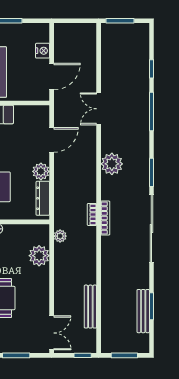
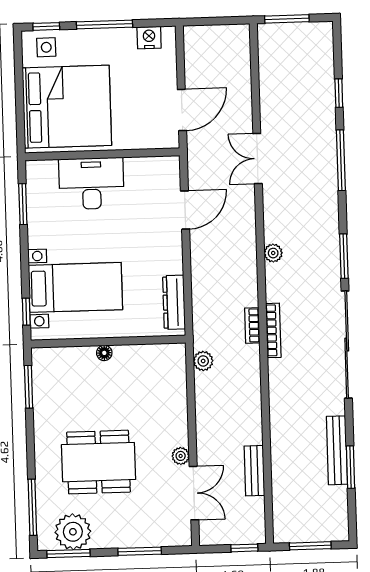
nightstand: (43, 51) -> (149, 38), moved, turned -90
plant: (112, 164) -> (273, 253), width x0.53, depth x0.53
plant: (41, 171) -> (170, 260), removed
plant: (39, 256) -> (181, 456), moved, width x0.53, depth x0.53
bench: (90, 307) -> (254, 471), width x0.73
bench: (143, 311) -> (337, 450), moved
double door: (52, 333) -> (194, 493), moved

